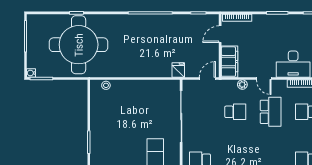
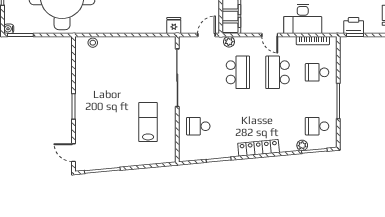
plant: (242, 85) -> (229, 42), moved
school desk: (235, 112) -> (238, 72), width x1.85
school desk: (271, 112) -> (277, 72), turned 180

